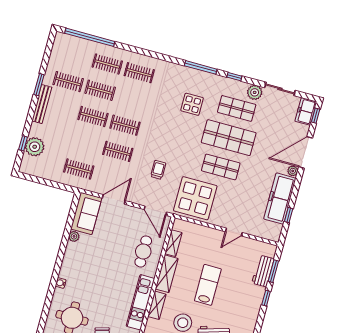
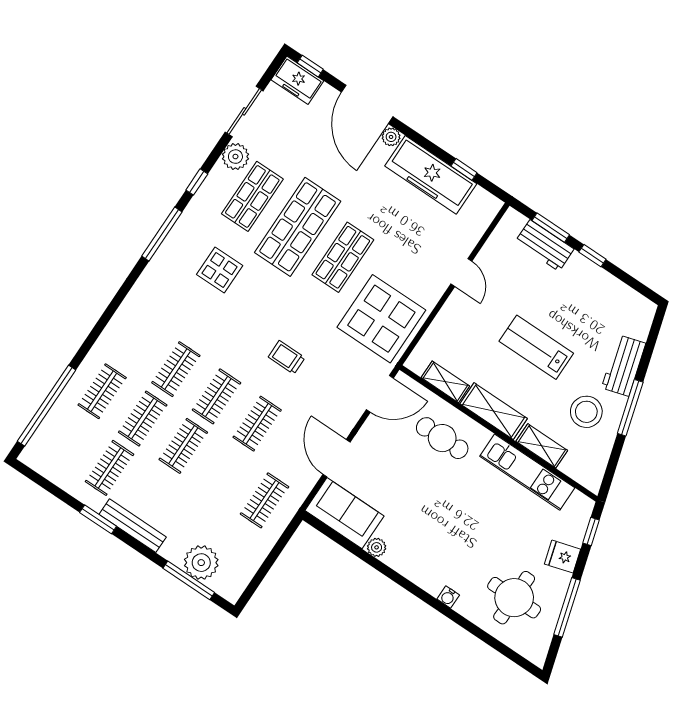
clothes rail: (139, 73) -> (176, 369), moved
window: (23, 143) -> (189, 580), width x2.17
trolley: (158, 170) -> (287, 357), moved

